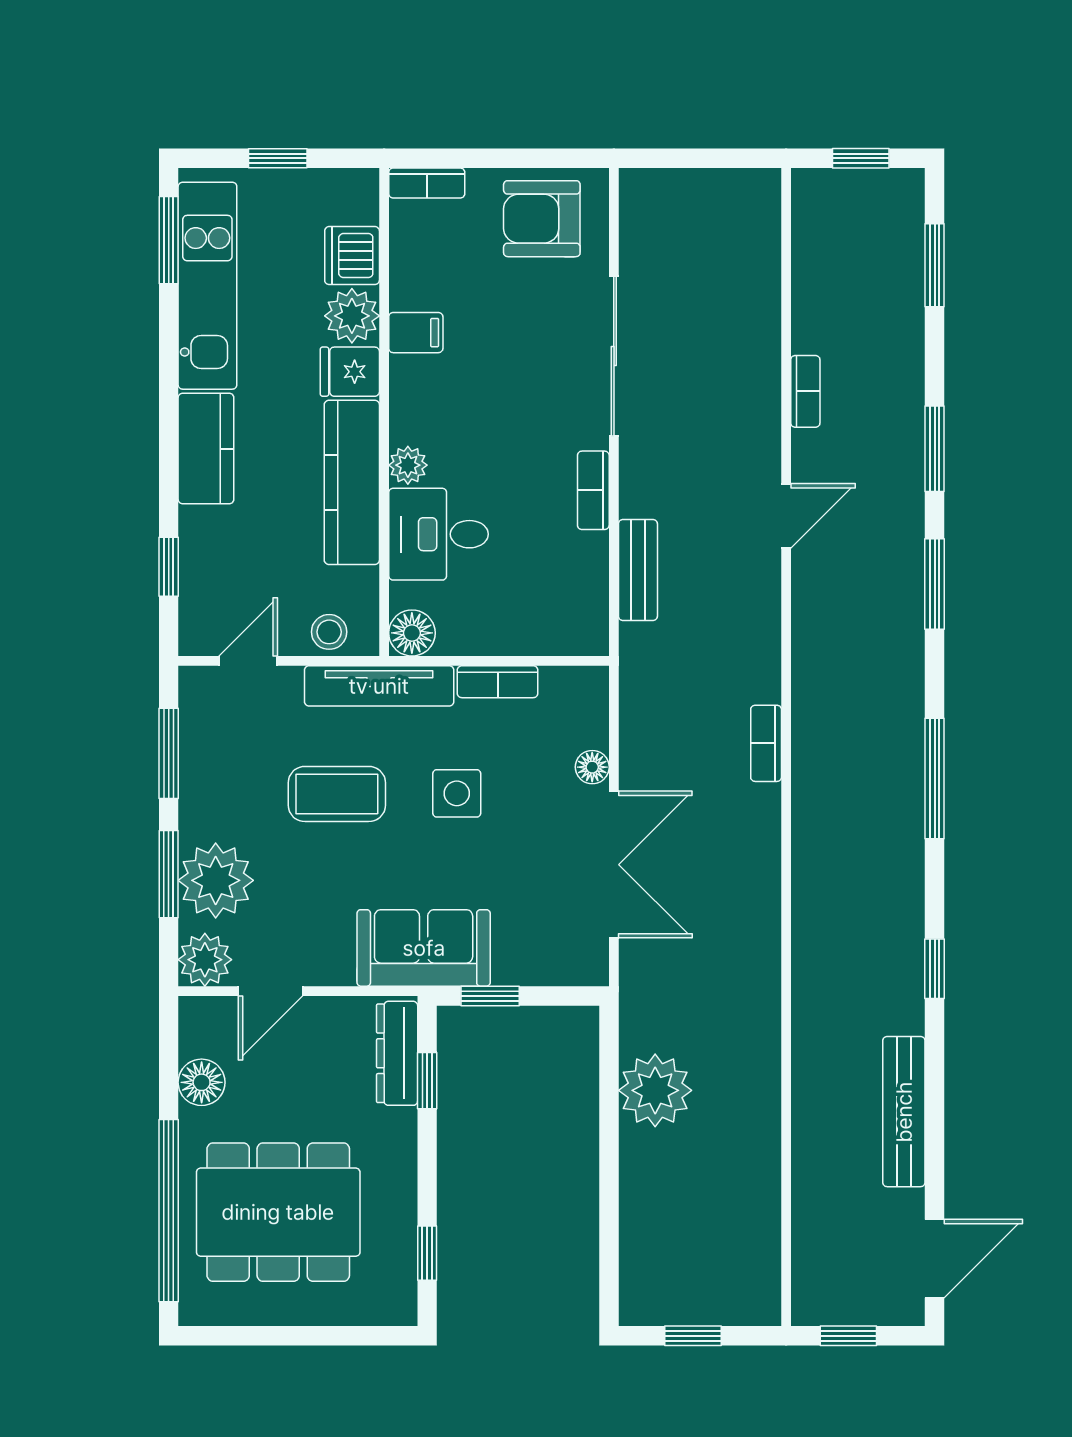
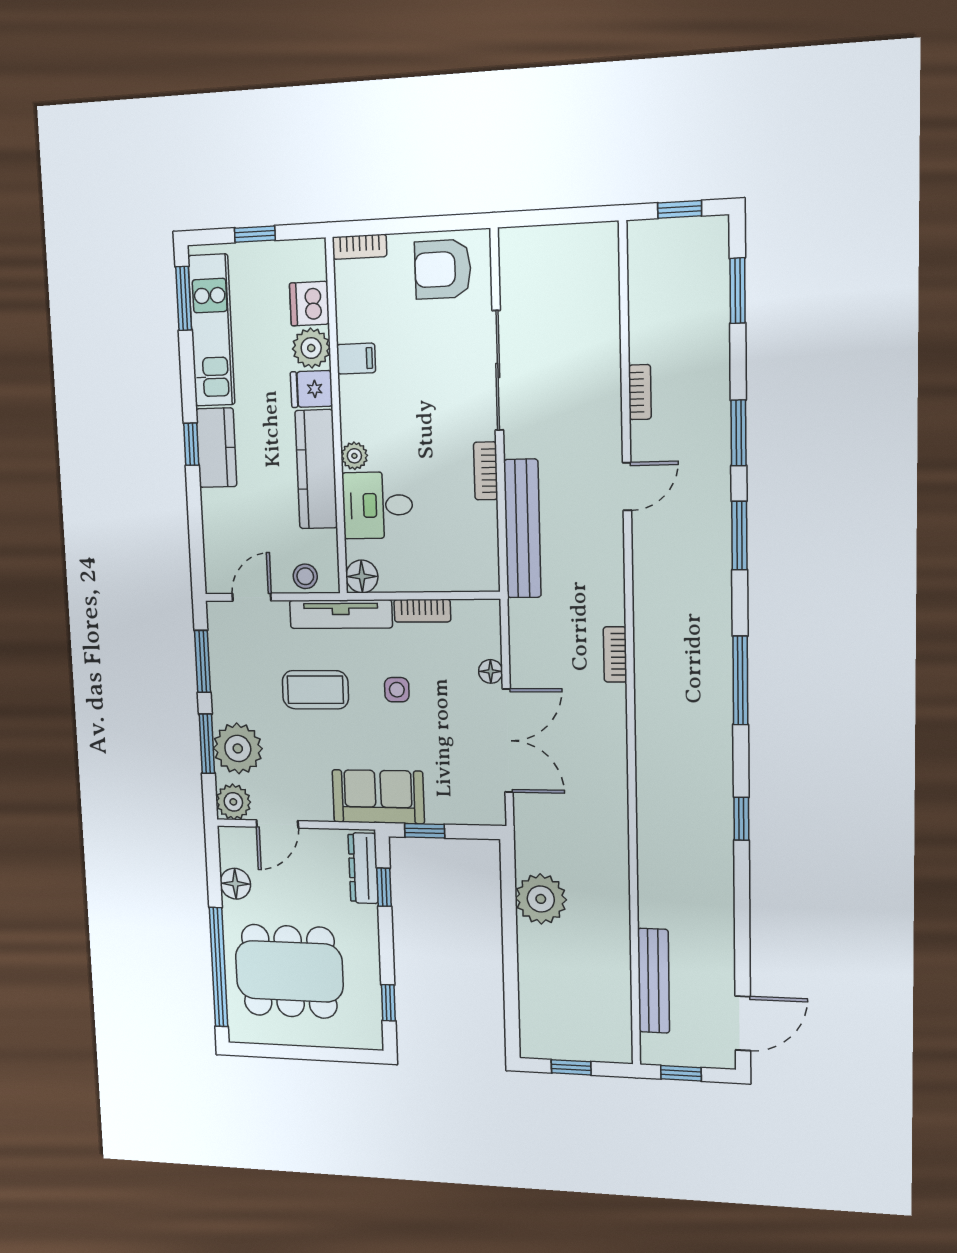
window: (169, 567) -> (191, 444), moved
bench: (638, 570) -> (522, 529), width x1.86, depth x1.21
side table: (457, 793) -> (397, 690), width x0.73, depth x0.73
bench: (904, 1112) -> (654, 981), moved

